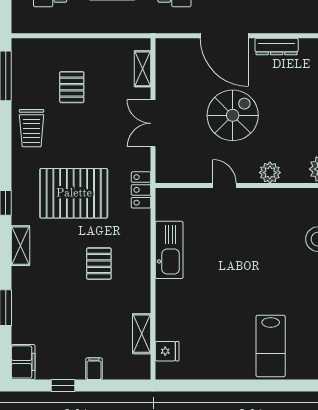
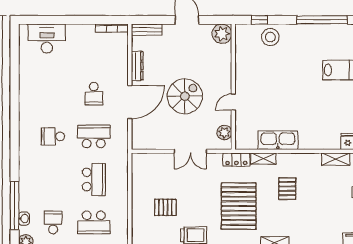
shelving: (143, 69) -> (263, 159), moved
spiral stairs: (233, 115) -> (185, 96), turned 90
plant: (270, 173) -> (224, 133), moved
pallet: (99, 264) -> (287, 189), turned 90

